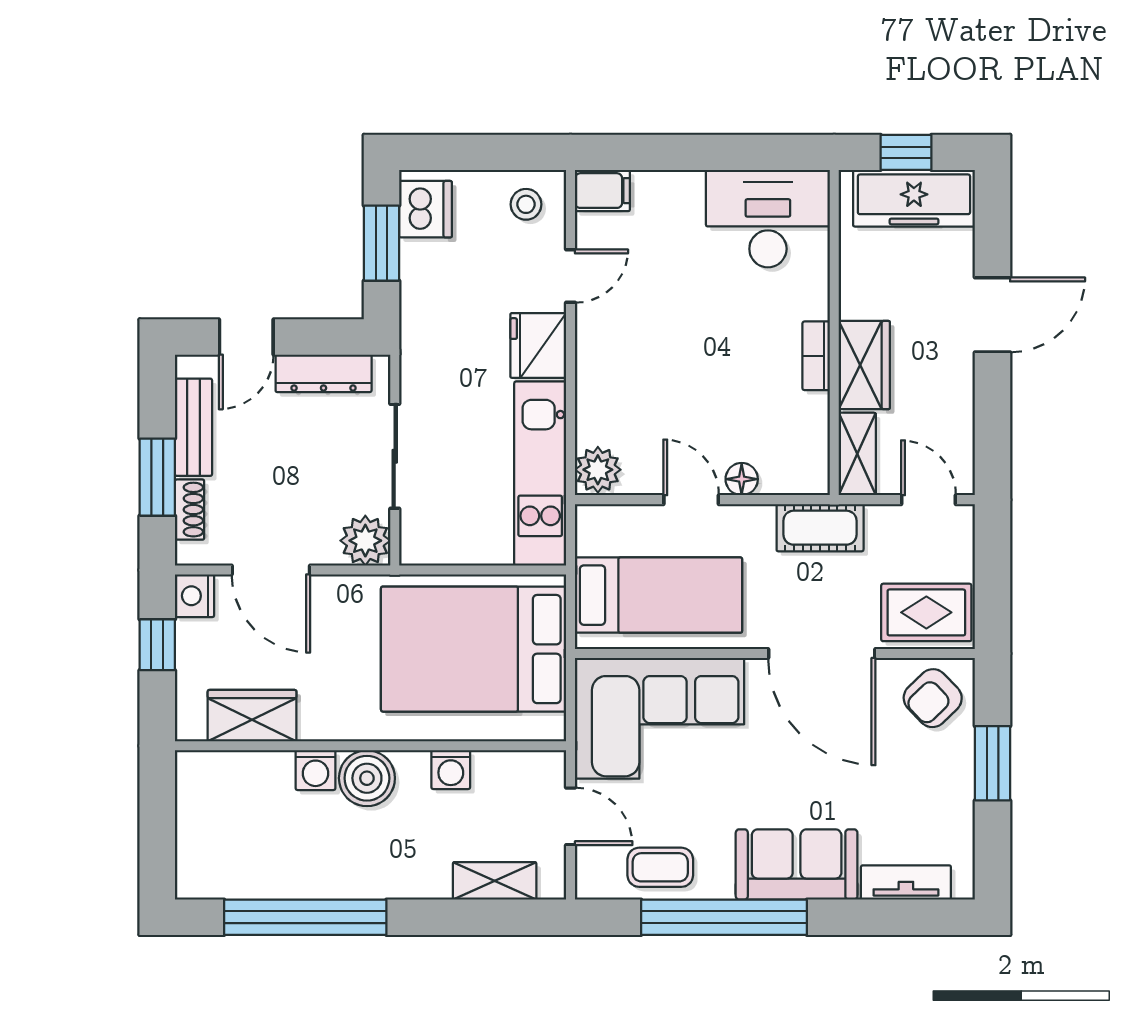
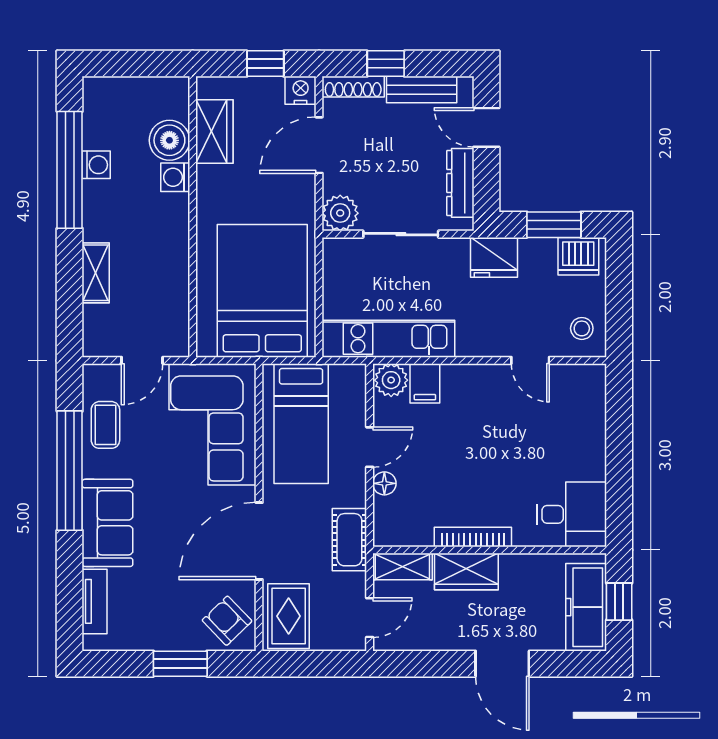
filing cabinet: (602, 191) -> (425, 383), moved
desk: (768, 219) -> (571, 514), width x0.73
fridge: (538, 345) -> (494, 257), moved, turned 180
bookcase: (816, 356) -> (473, 537), width x1.56
window: (157, 477) -> (386, 64), width x0.67
shoe rack: (190, 510) -> (353, 87), width x1.43
washing machine: (451, 770) -> (96, 165), moved, turned 180
boiler: (367, 778) -> (169, 140), moved
shelving: (495, 881) -> (96, 273), moved

